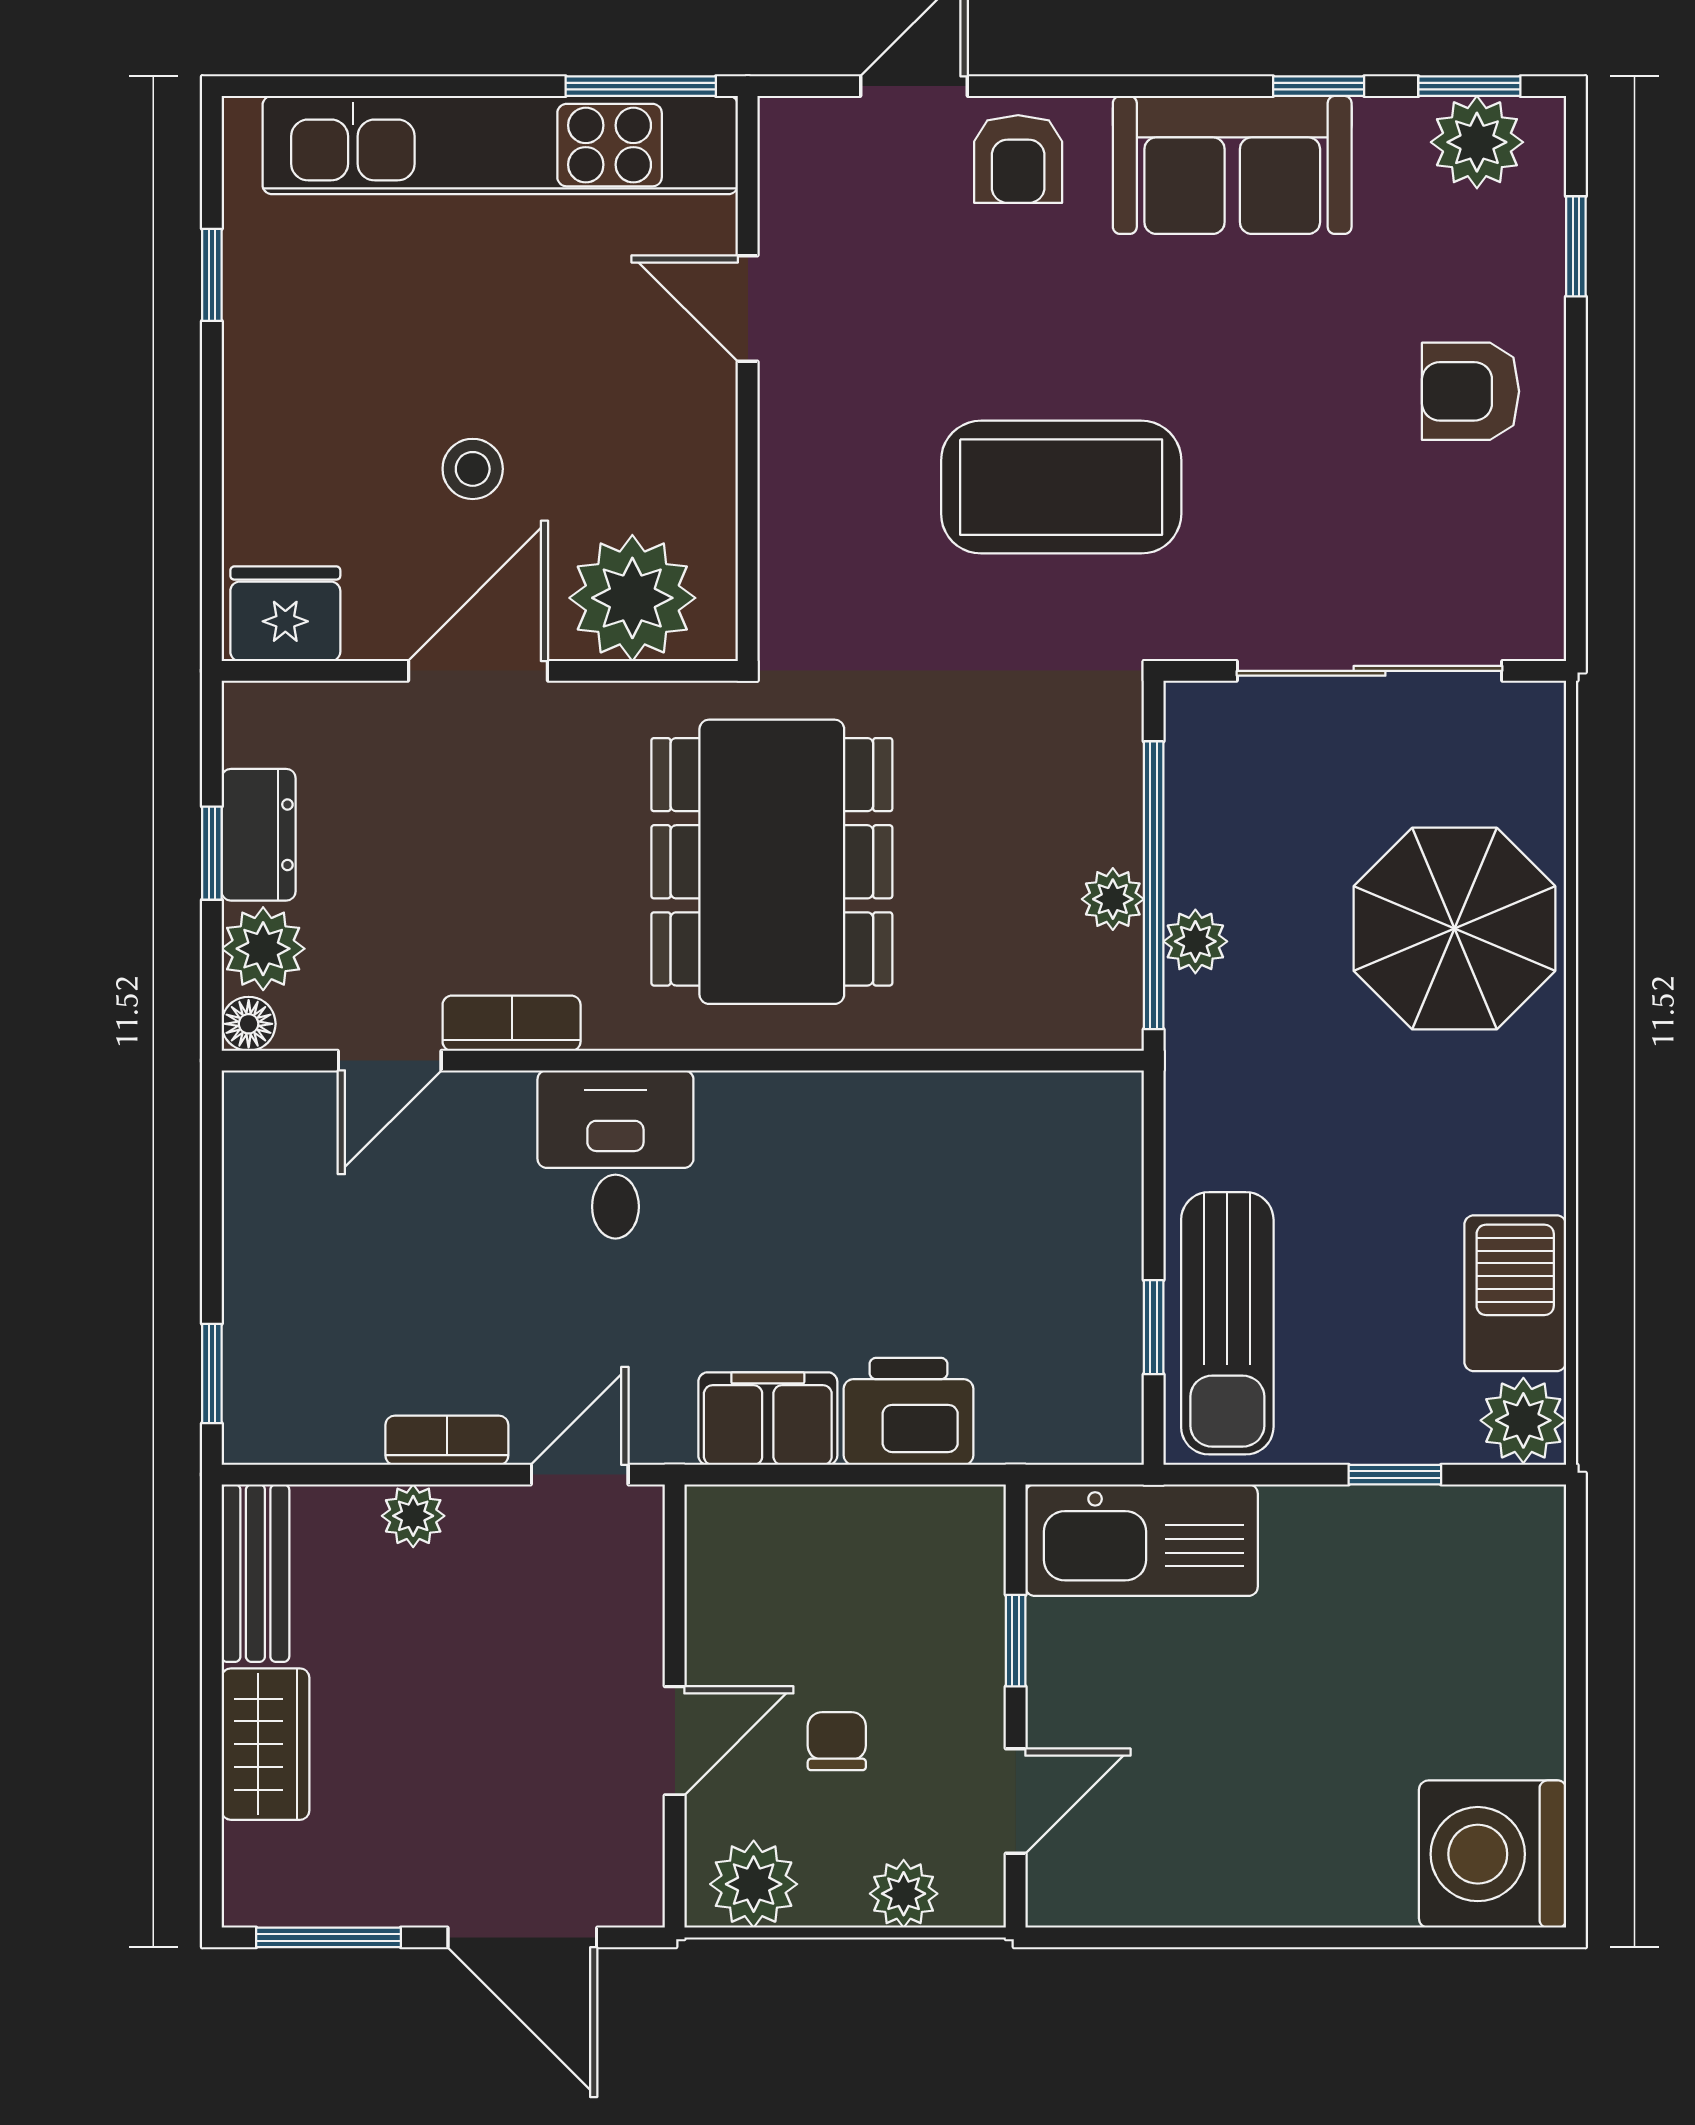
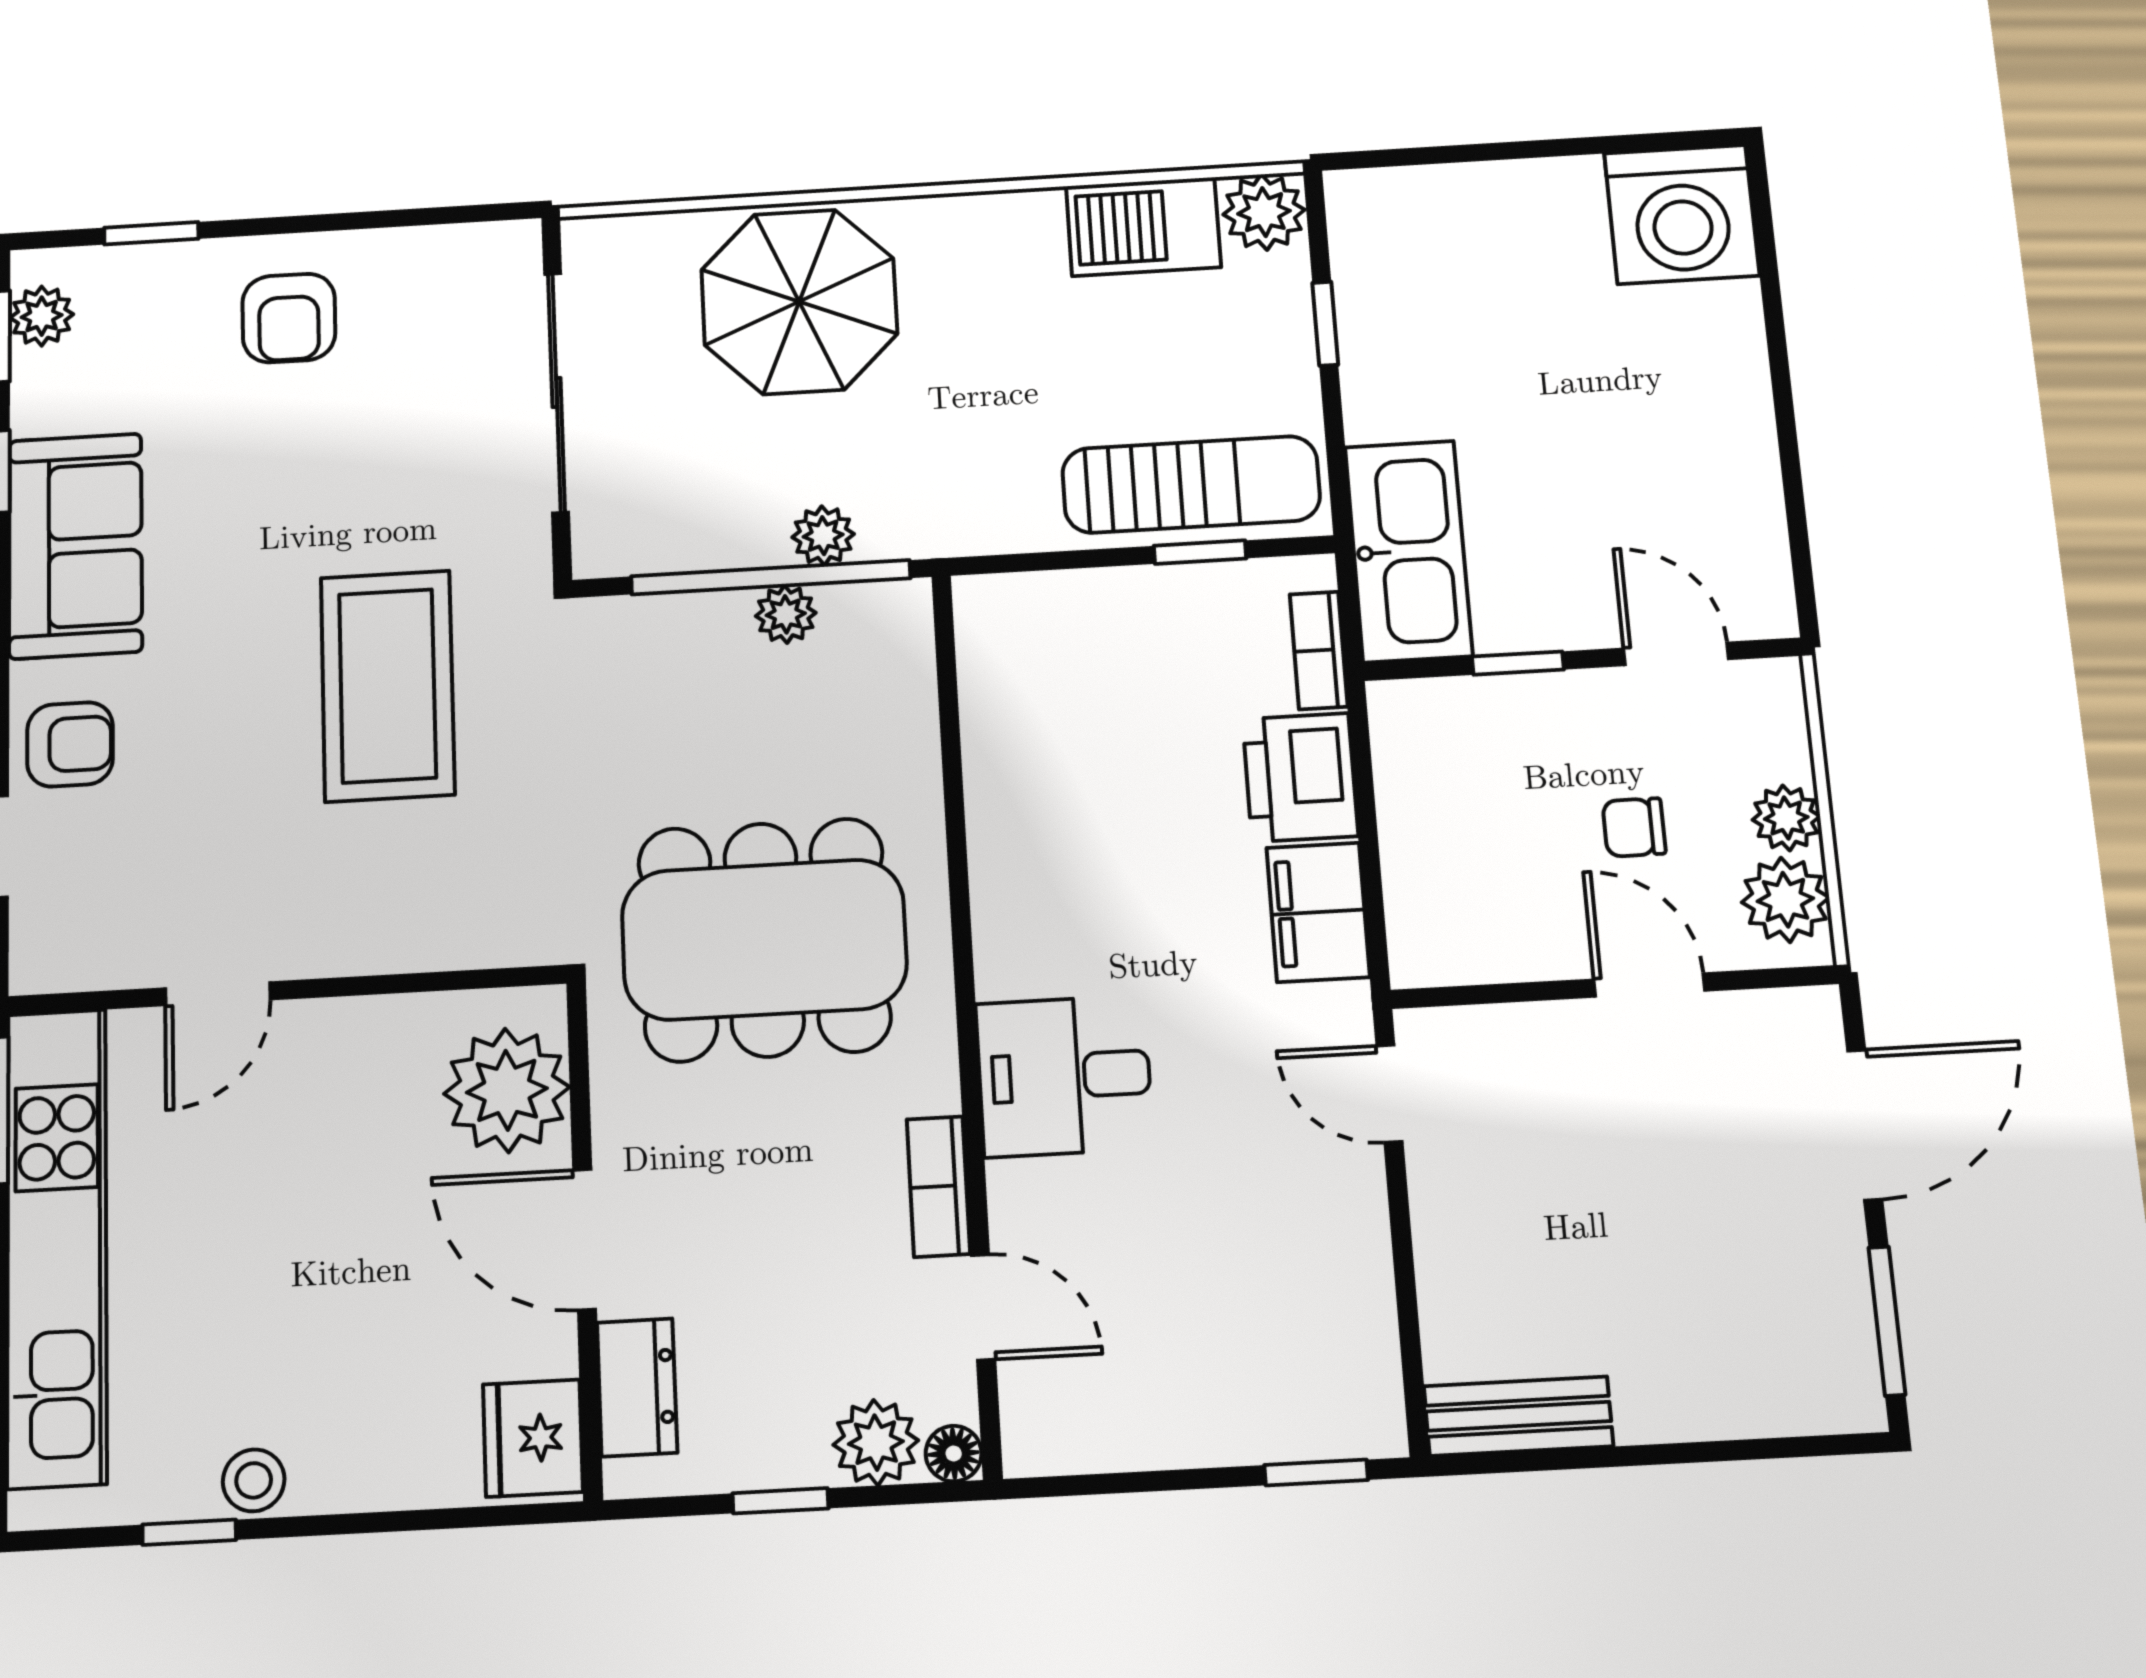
plant: (1477, 142) -> (42, 316), width x0.73, depth x0.73
stool: (473, 469) -> (254, 1480), moved
dresser: (259, 835) -> (637, 1387), moved, turned 90
bookcase: (447, 1440) -> (1319, 650), moved
plant: (413, 1516) -> (1445, 1258), removed
wardrobe: (265, 1744) -> (1694, 1397), removed
plant: (904, 1894) -> (1786, 818), moved

